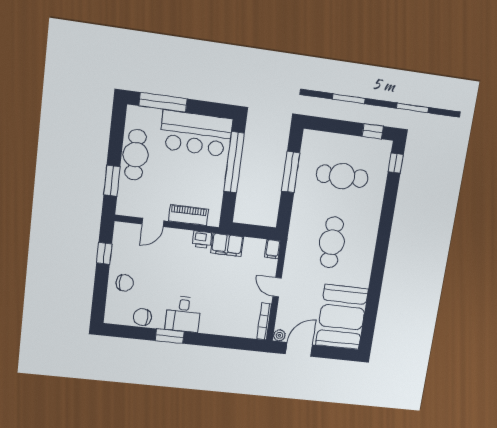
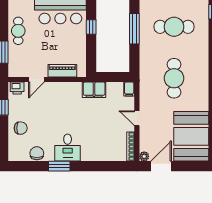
cafe table: (136, 155) -> (18, 31), width x0.73, depth x0.74
window: (234, 162) -> (91, 27), width x0.32
printer: (202, 240) -> (17, 88), moved
chair: (142, 317) -> (37, 153), turned 89

